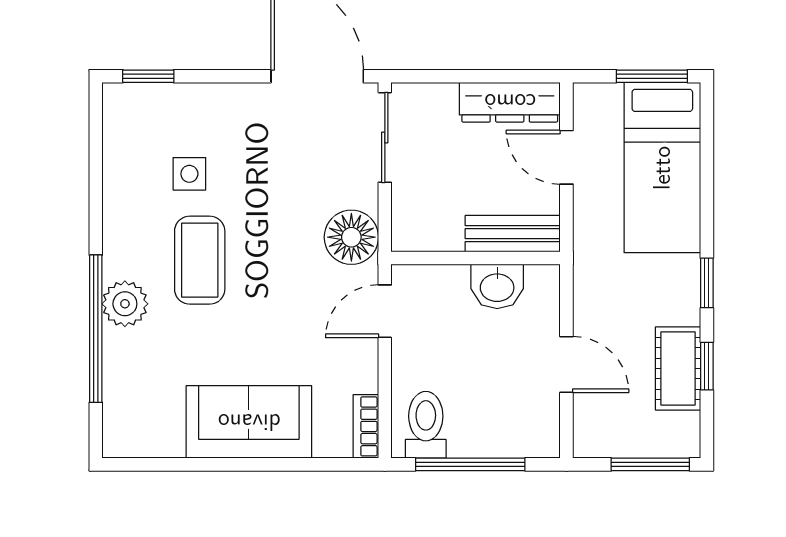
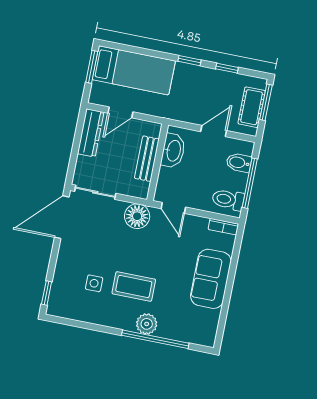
bench: (513, 234) -> (147, 159), moved
washbasin: (497, 286) -> (173, 151), width x1.38
cot: (678, 368) -> (252, 107), moved, turned 90
bidet: (510, 432) -> (239, 163), added

